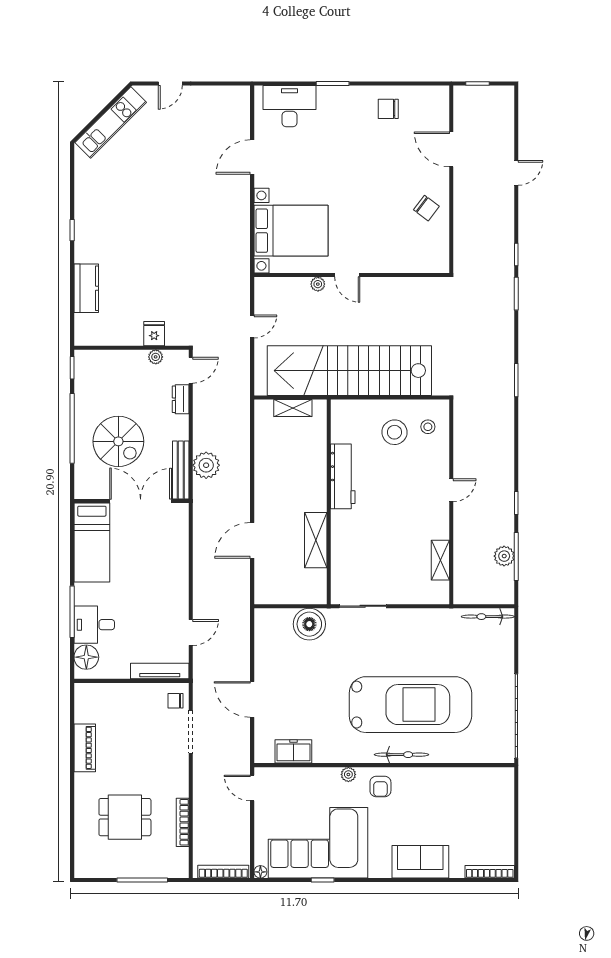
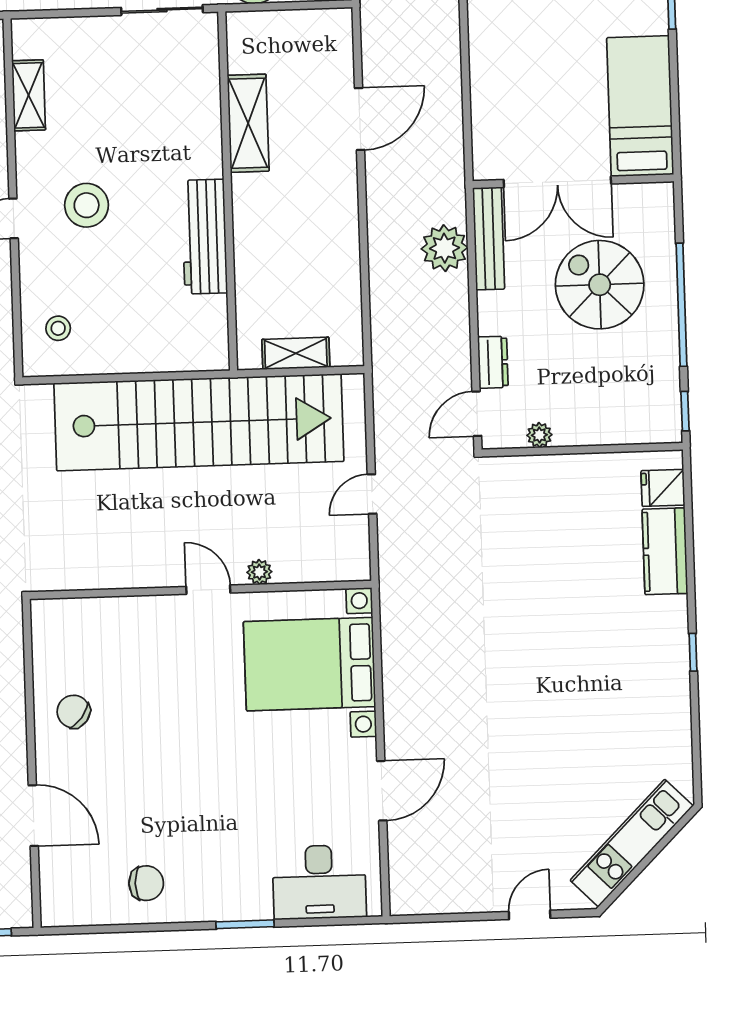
fridge: (154, 334) -> (663, 488), moved, turned 90
stool: (394, 432) -> (87, 205), moved

